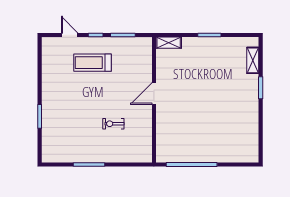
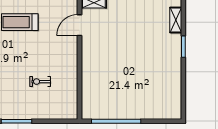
door: (154, 93) -> (80, 25), moved

